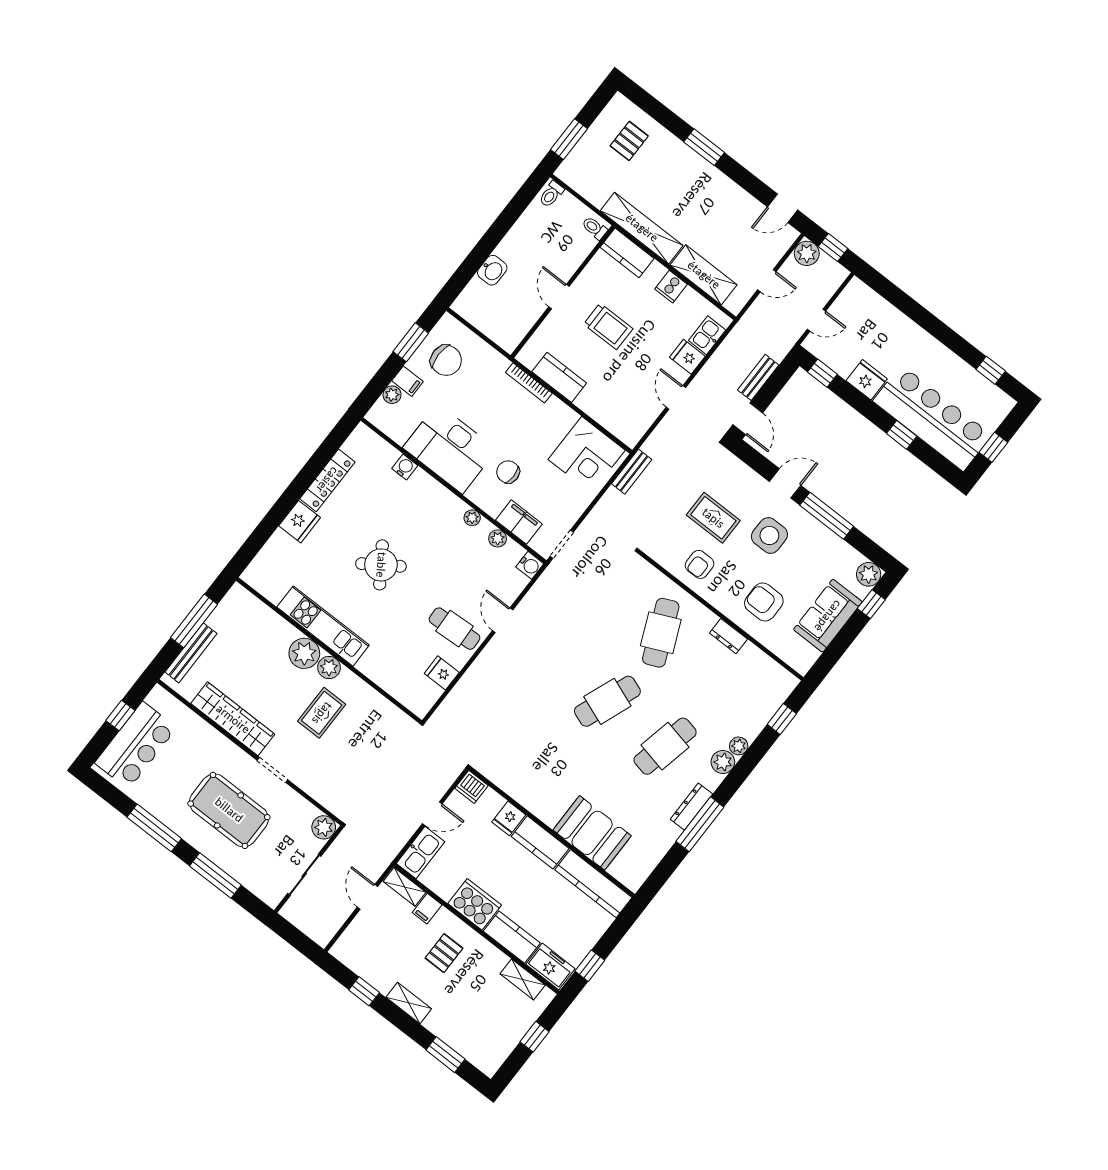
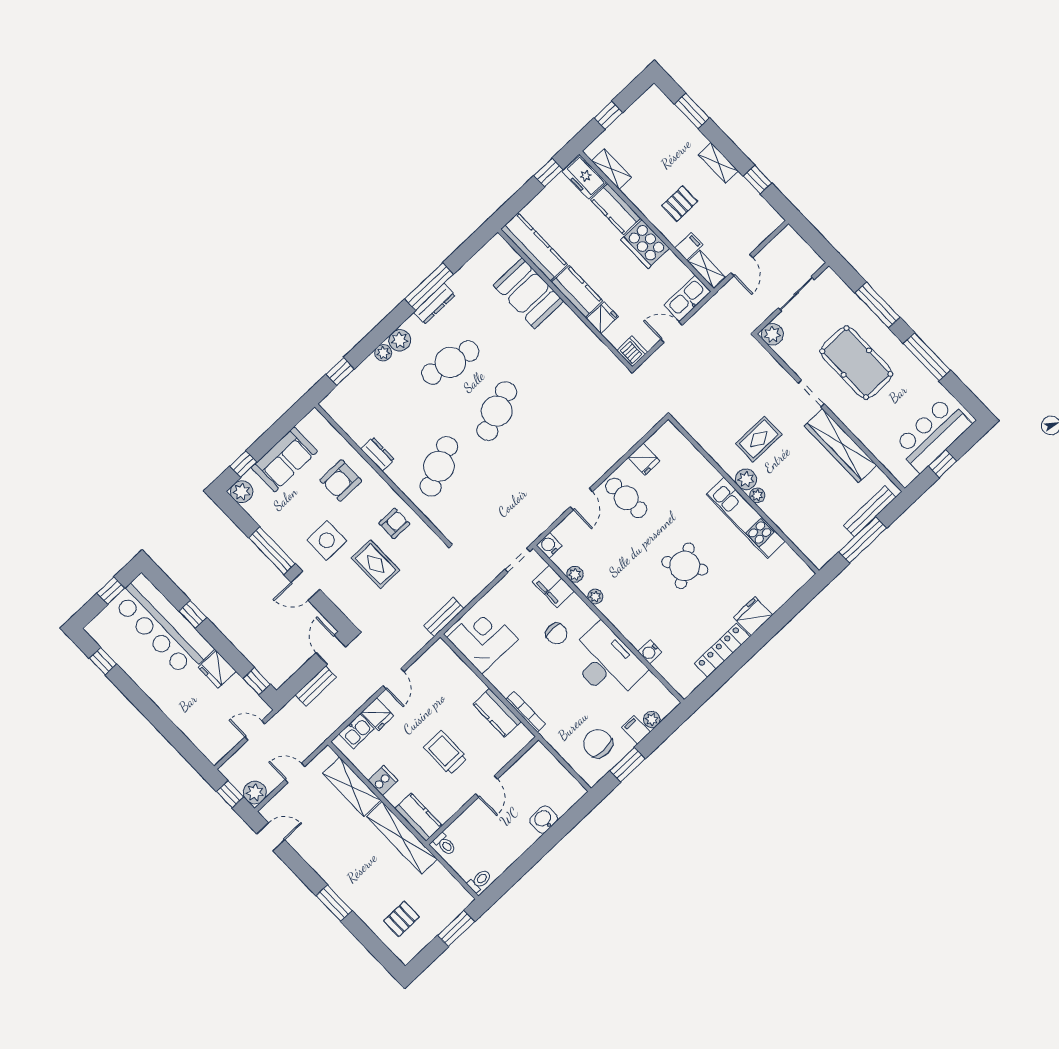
armchair: (764, 602) -> (341, 480), turned 90
plant: (304, 653) -> (757, 495), width x0.53, depth x0.53
cafe table: (607, 701) -> (497, 411), turned -42

